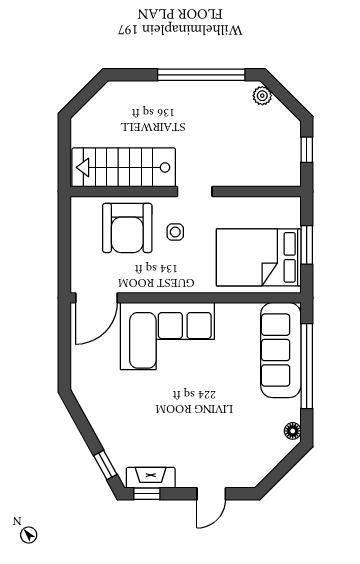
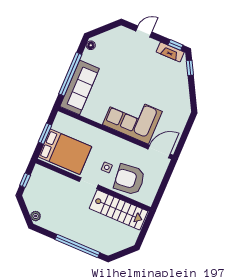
window: (201, 75) -> (77, 246), moved
armchair: (127, 228) -> (129, 179), turned -96
bed: (259, 257) -> (65, 152), moved

